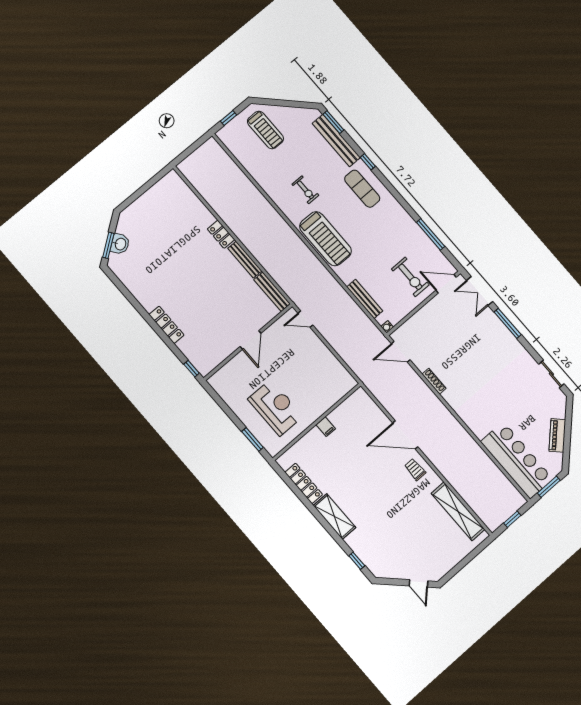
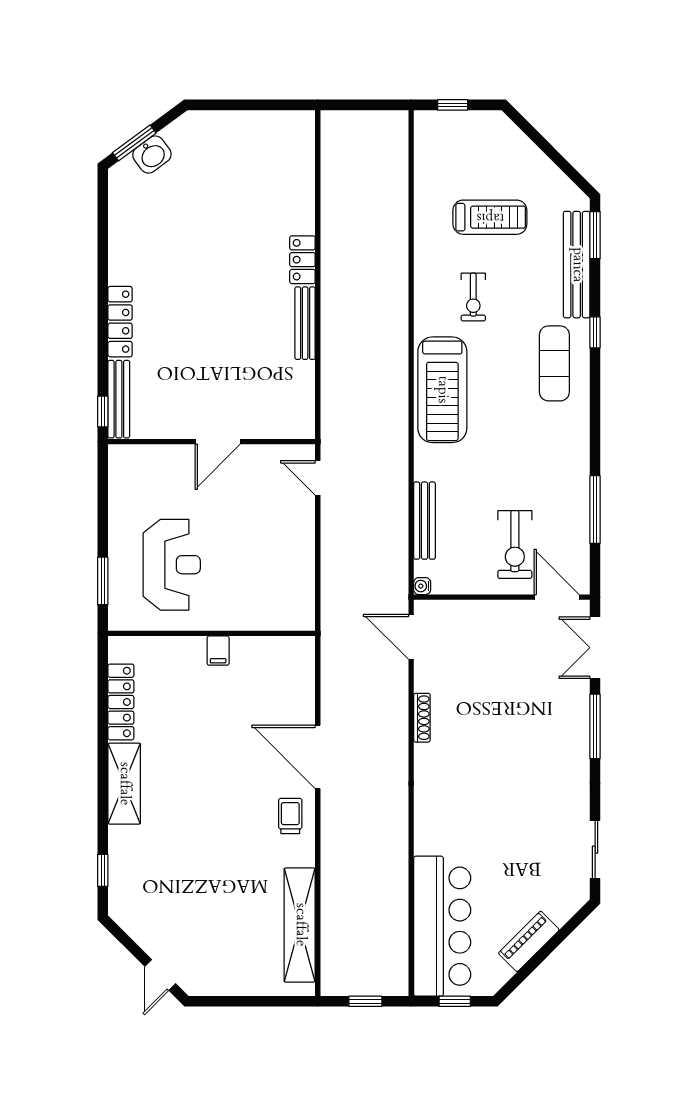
treadmill: (265, 130) -> (490, 217), moved, turned -90
bench: (272, 292) -> (119, 399), moved
window: (549, 487) -> (455, 1001), width x0.67

